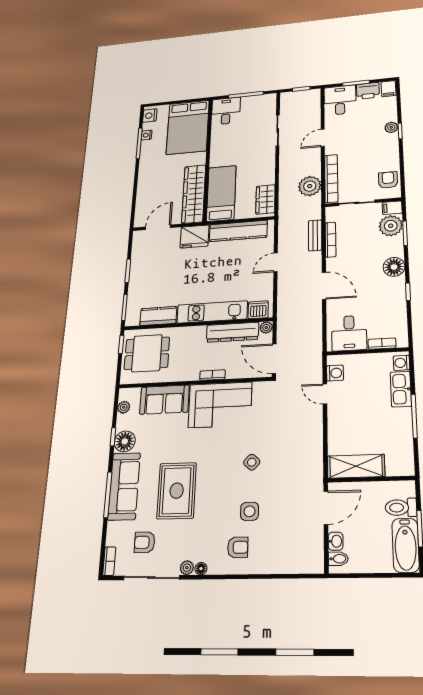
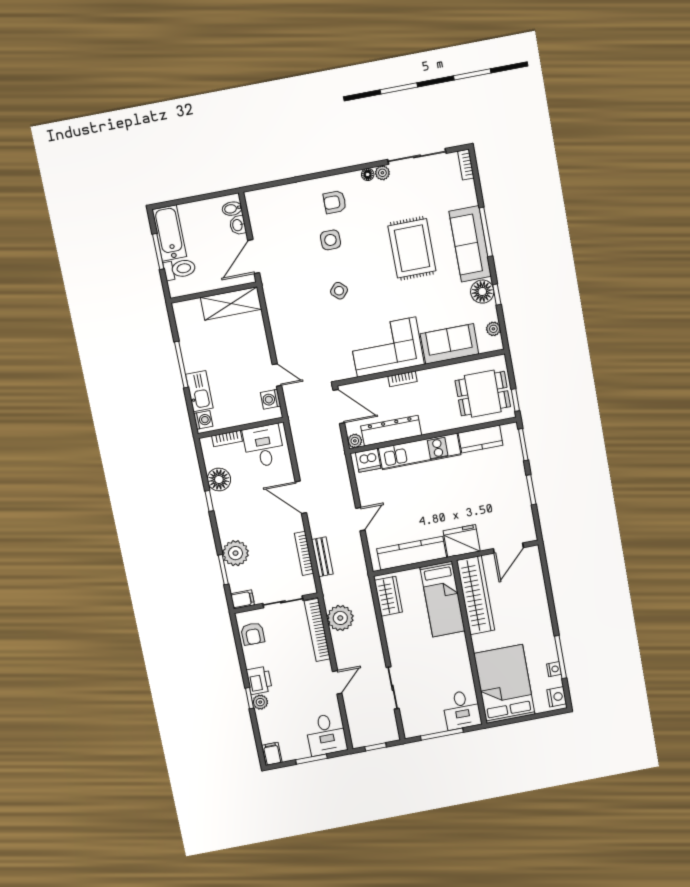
printer: (368, 91) -> (259, 680), moved, turned 90
plant: (391, 226) -> (236, 553), moved
floor lamp: (394, 267) -> (219, 479), moved
armchair: (145, 542) -> (433, 190), removed

